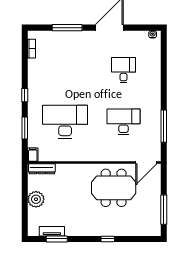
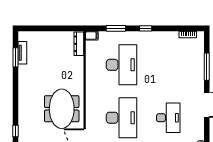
desk: (123, 70) -> (168, 118), width x1.37
desk: (123, 122) -> (122, 118), width x1.36, depth x1.30
plant: (36, 199) -> (51, 38), removed
window: (108, 239) -> (15, 131), moved

